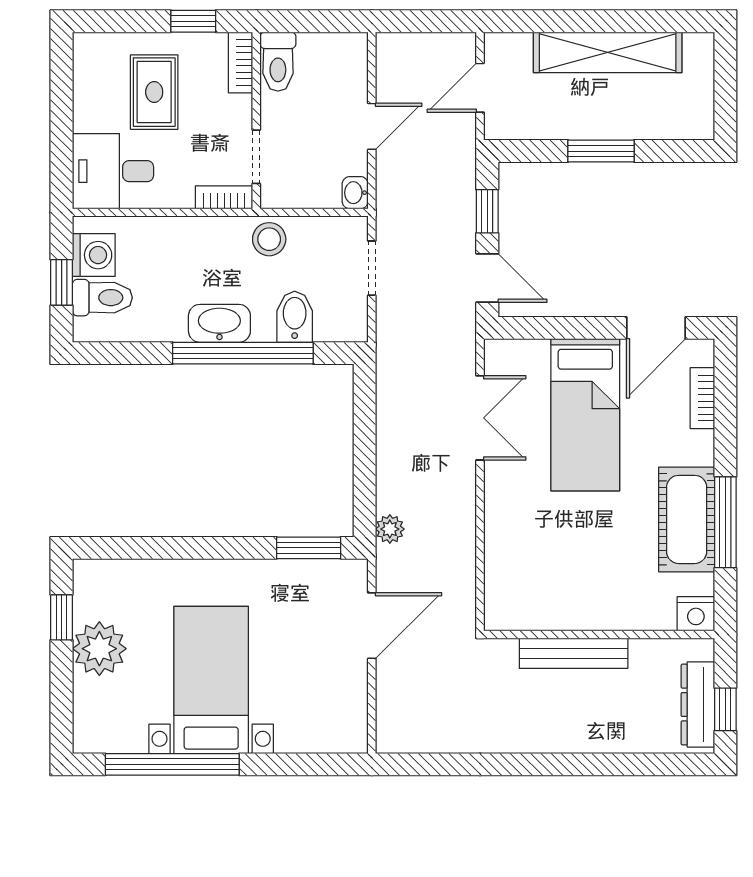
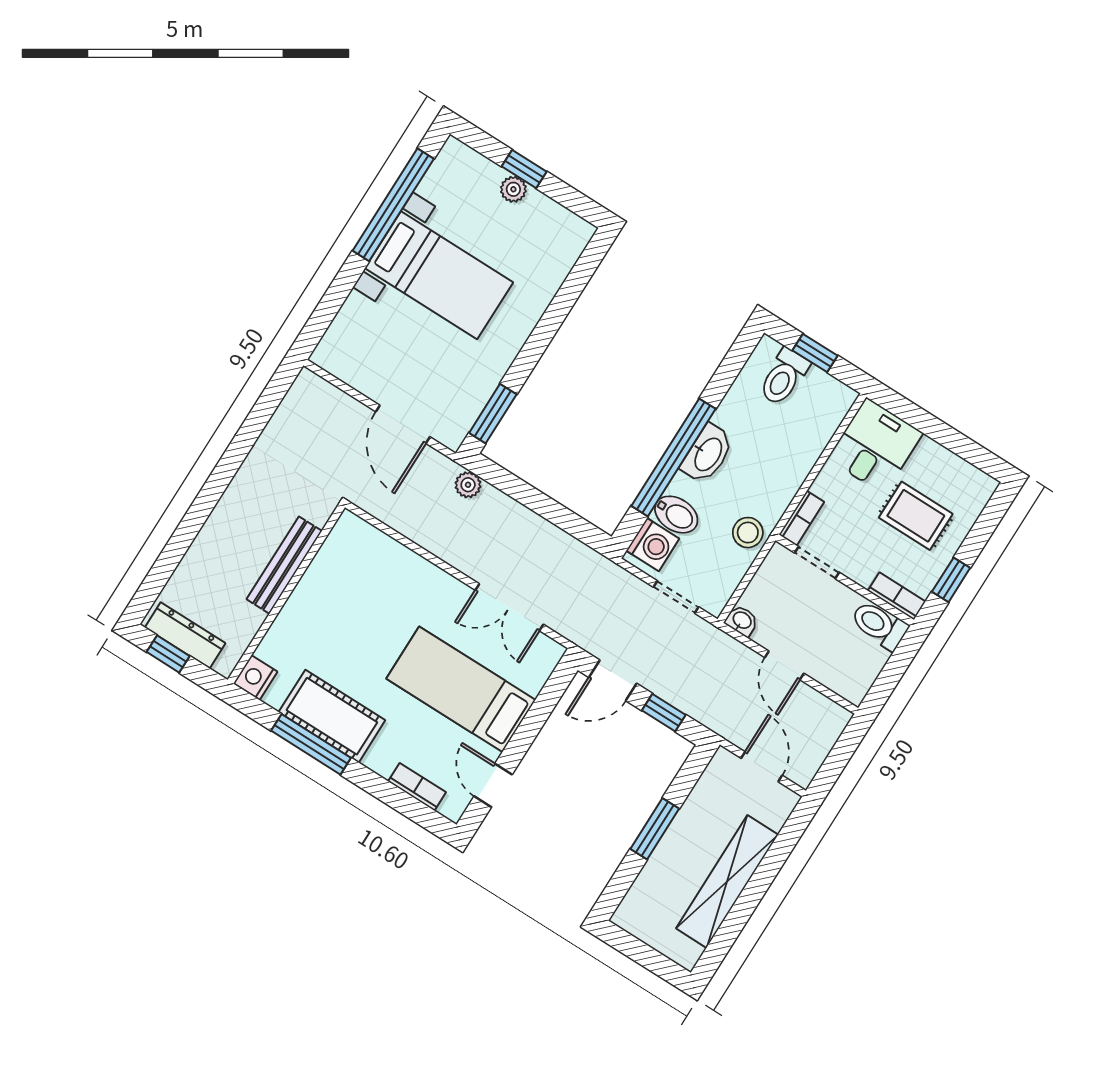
washing machine: (94, 255) -> (653, 545), moved, turned -90
door: (656, 328) -> (493, 785), width x0.73
window: (62, 617) -> (524, 169), moved
plant: (99, 649) -> (513, 189), width x0.53, depth x0.53

